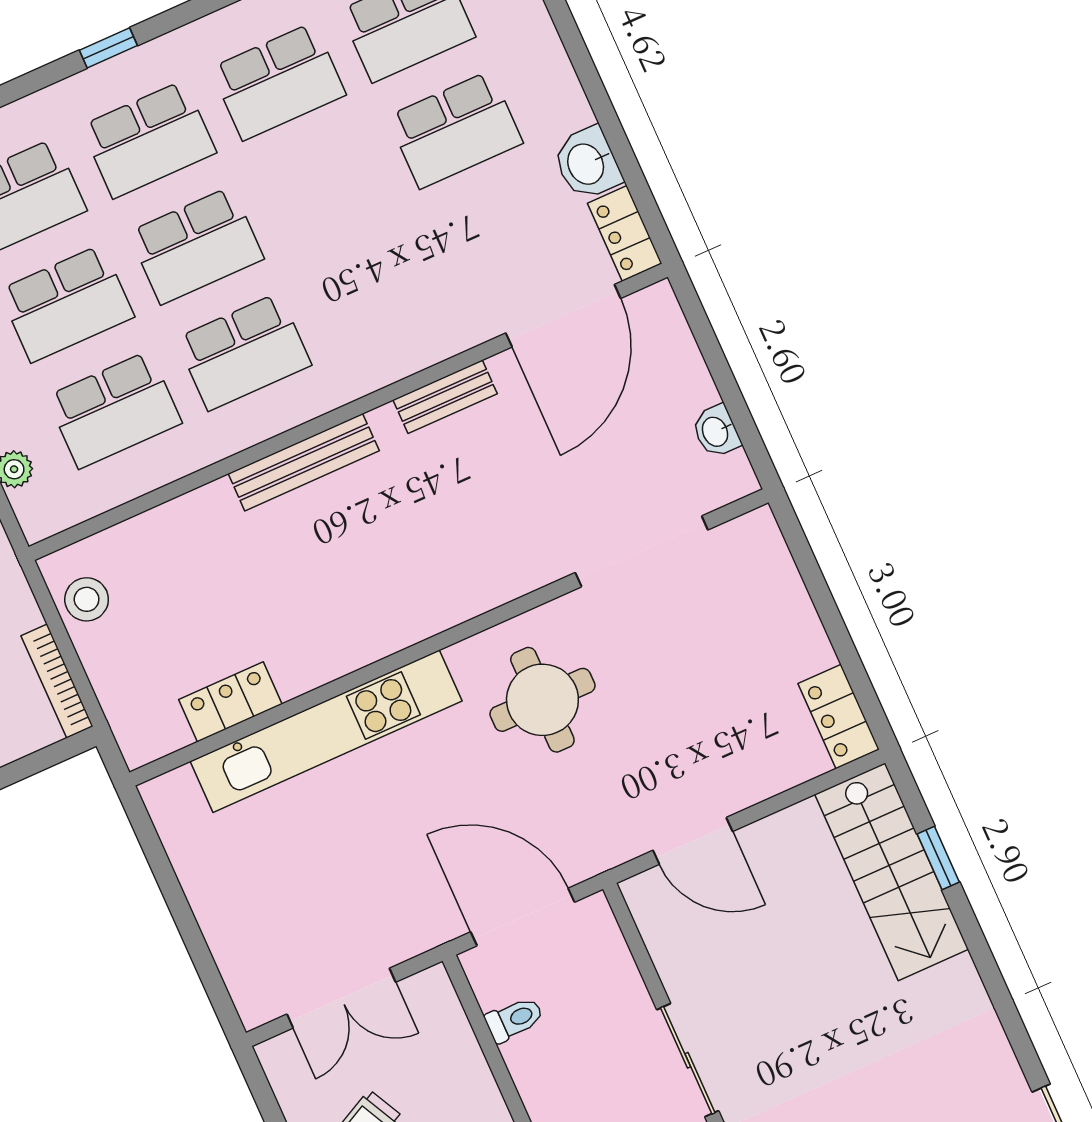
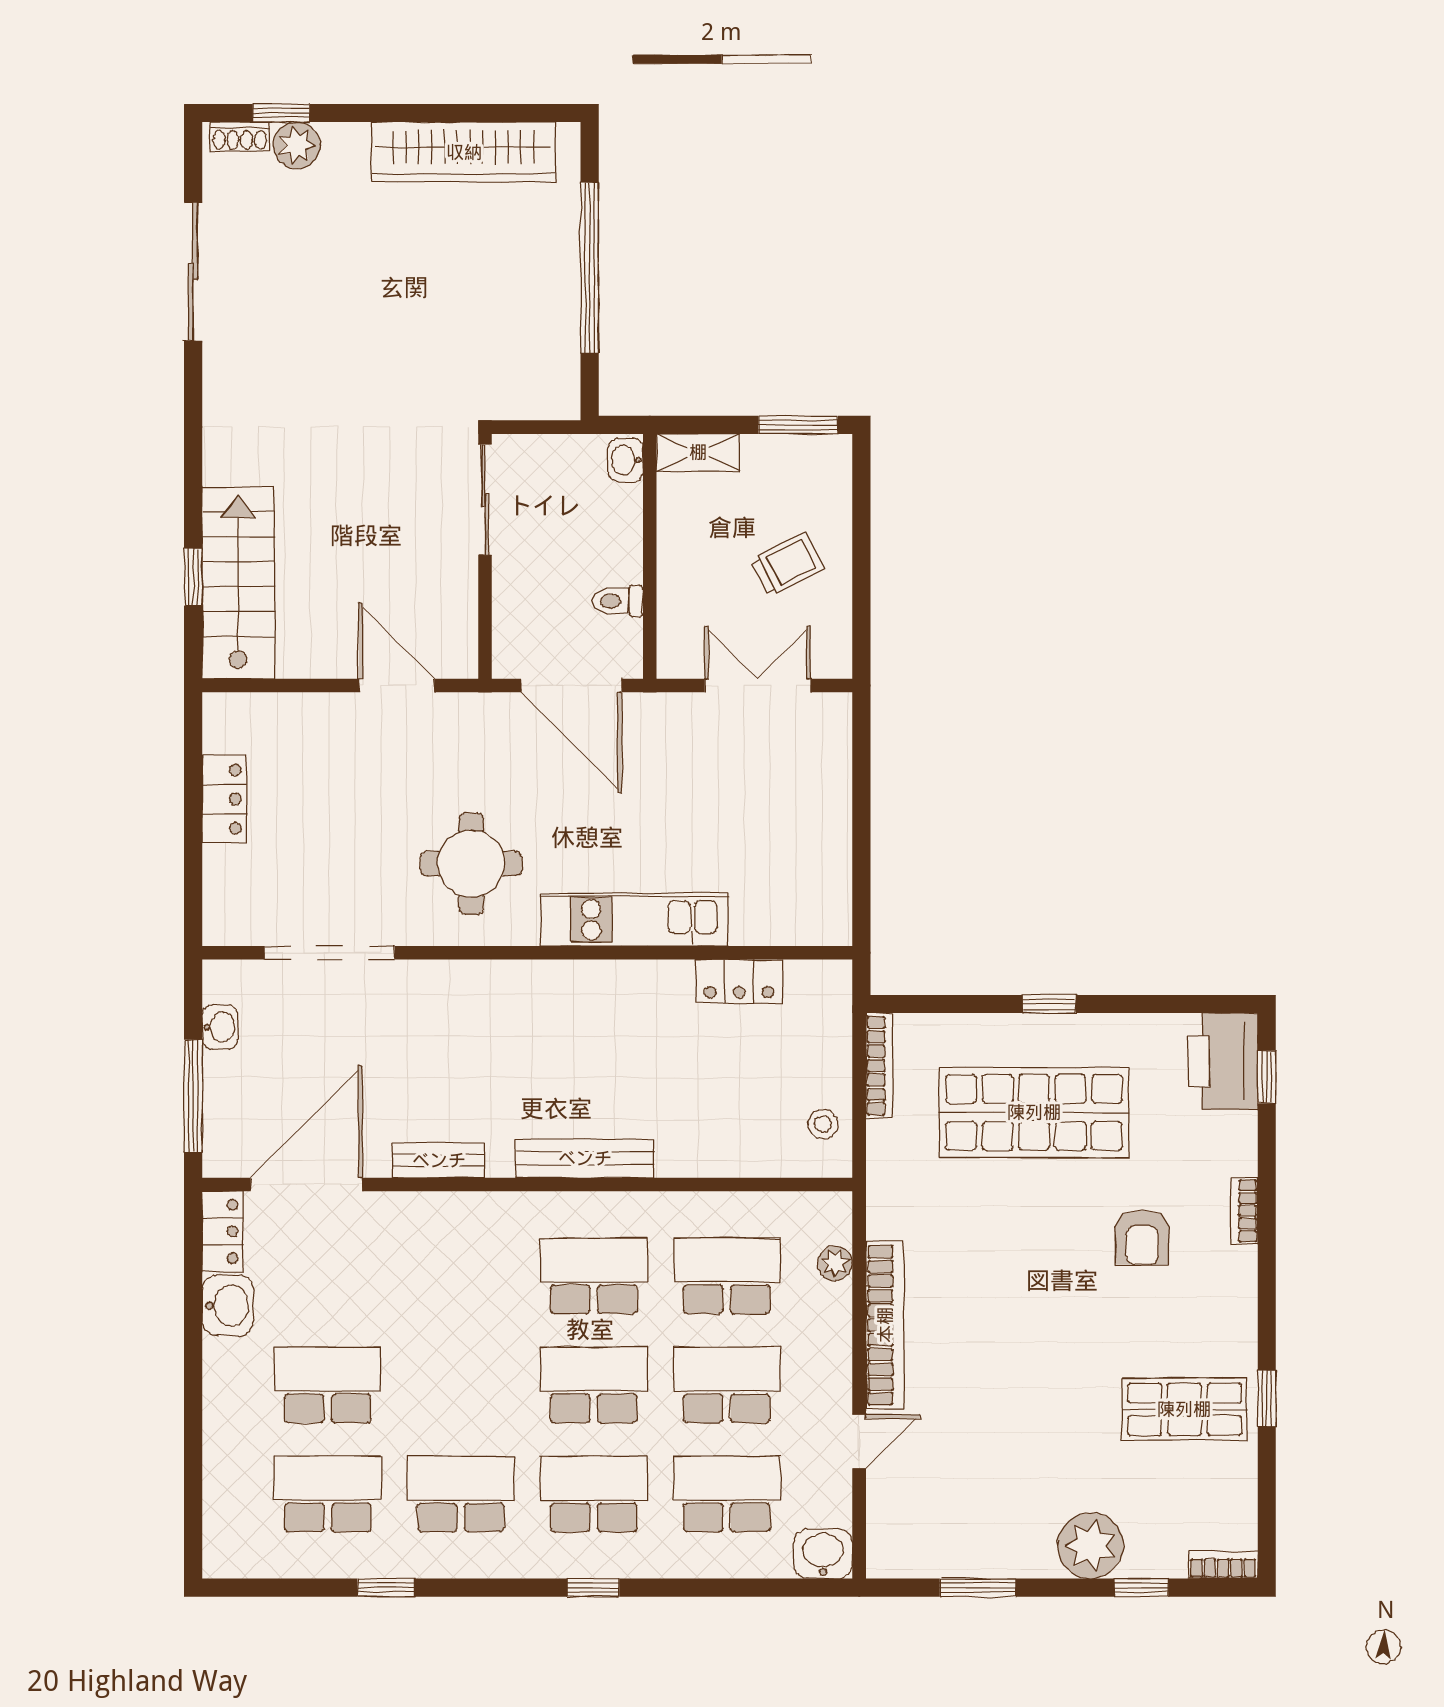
window: (712, 353) -> (193, 1096), added
stool: (87, 599) -> (823, 1124), width x0.73, depth x0.73
locker: (839, 716) -> (224, 799), moved
kitchen unit: (326, 731) -> (634, 920), width x0.73

